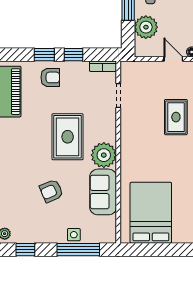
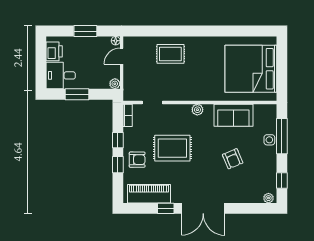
plant: (146, 27) -> (115, 84), moved, width x0.53, depth x0.53
armchair: (50, 77) -> (137, 160), turned 90
rug: (68, 137) -> (172, 148), moved
plant: (104, 155) -> (197, 110), width x0.53, depth x0.53
bed: (151, 213) -> (251, 69), width x1.36

